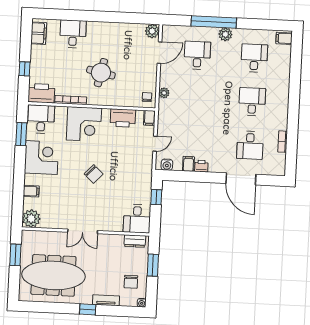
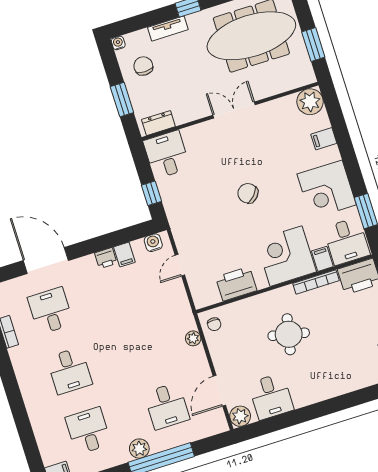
desk: (73, 34) -> (271, 396), moved
desk: (254, 58) -> (88, 431), turned 180
filing cabinet: (149, 118) -> (322, 259), moved

